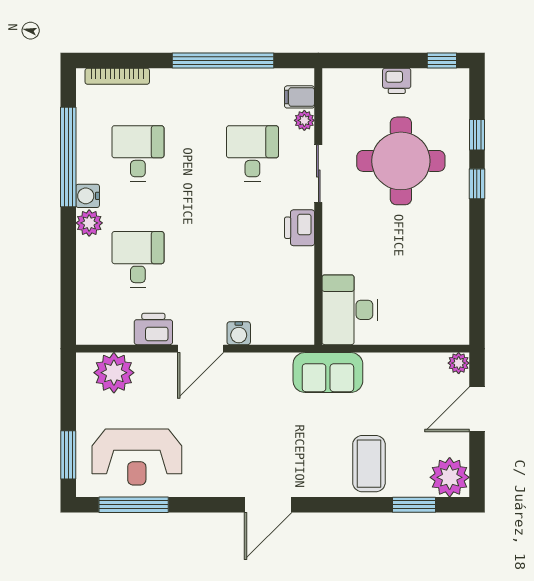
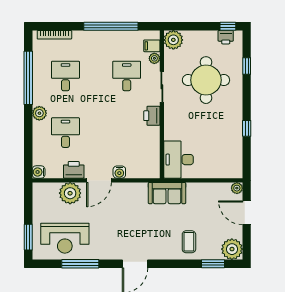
printer: (397, 81) -> (226, 37), moved
plant: (340, 86) -> (173, 40), added
window: (477, 184) -> (247, 128), moved
water cooler: (88, 196) -> (39, 172), moved
plant: (114, 373) -> (70, 193), moved
door: (477, 409) -> (247, 213), hinge flipped
coffee table: (369, 464) -> (189, 242), width x0.73, depth x0.77
window: (134, 505) -> (80, 264), moved

